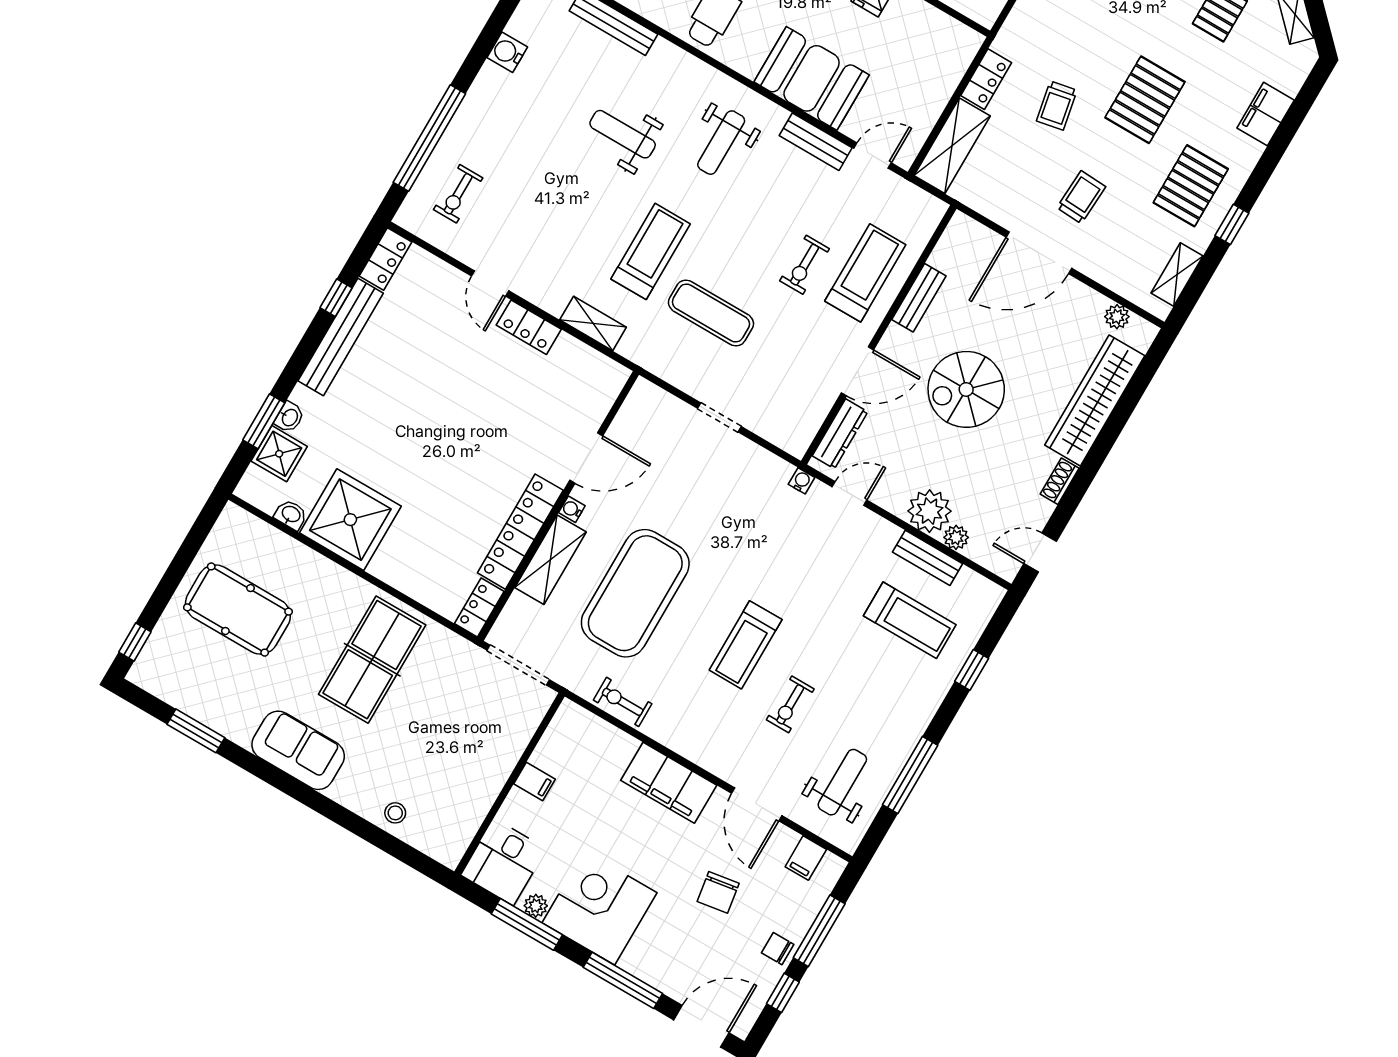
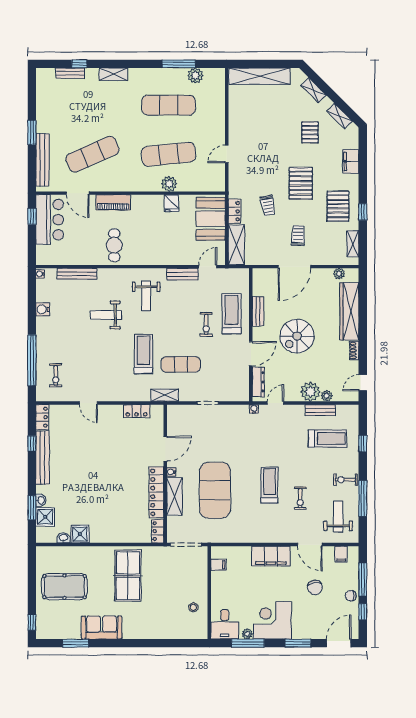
booth: (812, 78) -> (211, 219), moved, turned 90
shelving: (593, 324) -> (165, 395), moved
locker: (529, 327) -> (136, 411), moved
shower: (350, 520) -> (80, 534), width x0.54, depth x0.54
treadmill: (746, 645) -> (269, 485), turned 180
exercise bike: (623, 702) -> (345, 480), moved
sofa: (298, 750) -> (102, 628), moved
filing cabinet: (534, 781) -> (218, 565), moved
stool: (395, 813) -> (193, 607), moved
window: (623, 980) -> (298, 643), width x0.69

